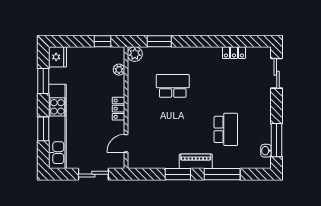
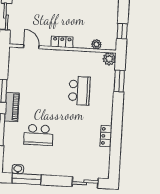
locker: (234, 53) -> (106, 136), moved

